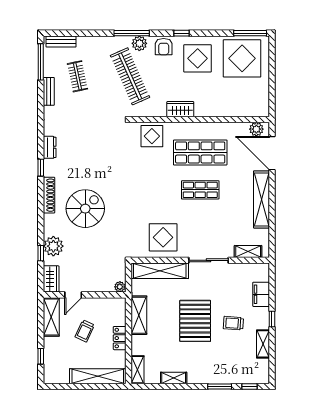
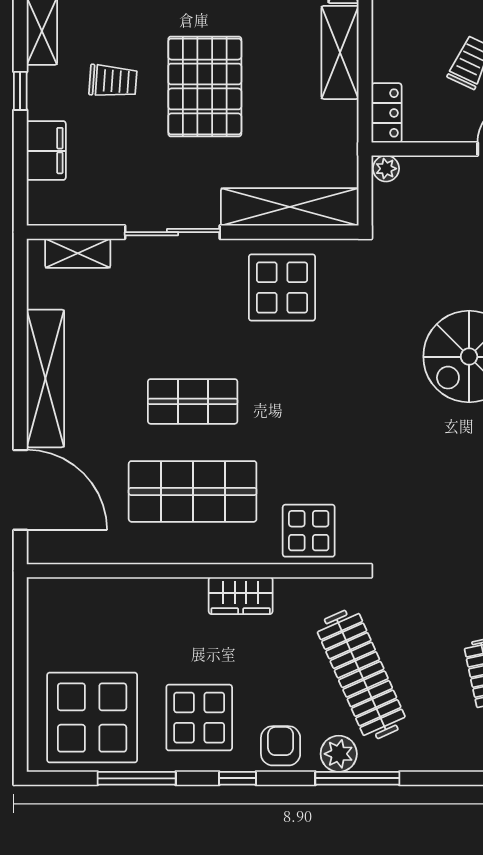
window: (250, 33) -> (137, 778), moved
plant: (256, 129) -> (58, 547), removed
shelving: (139, 315) -> (340, 52), moved
locker: (120, 338) -> (386, 113), moved

